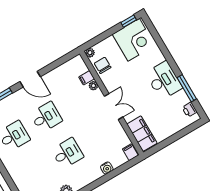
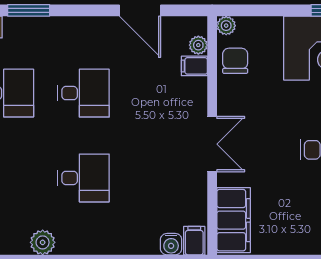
door: (30, 79) -> (140, 10), moved
plant: (93, 86) -> (198, 45), moved
water cooler: (107, 168) -> (171, 244), moved

